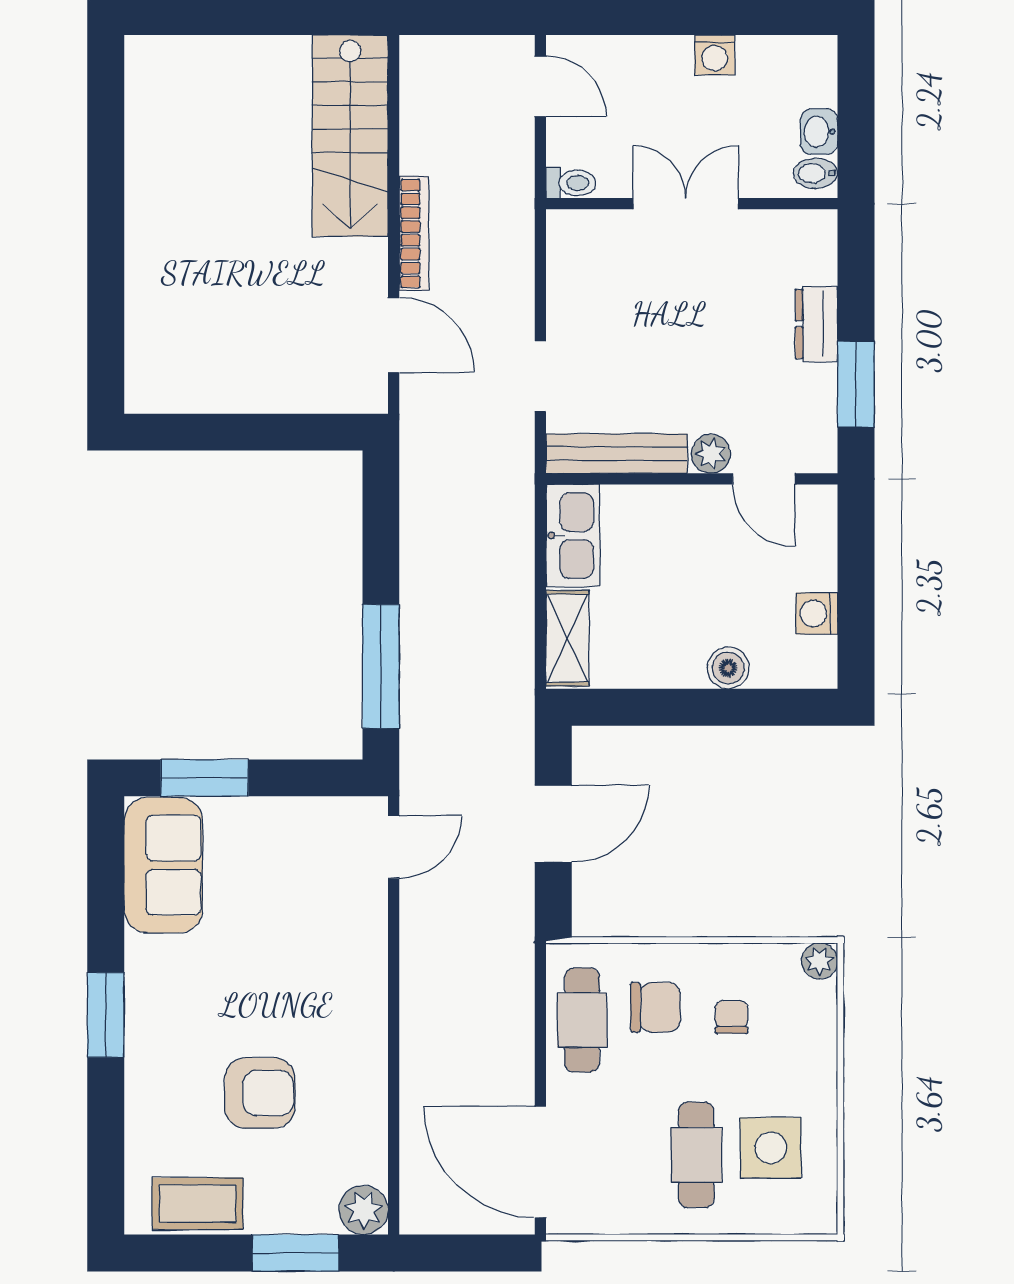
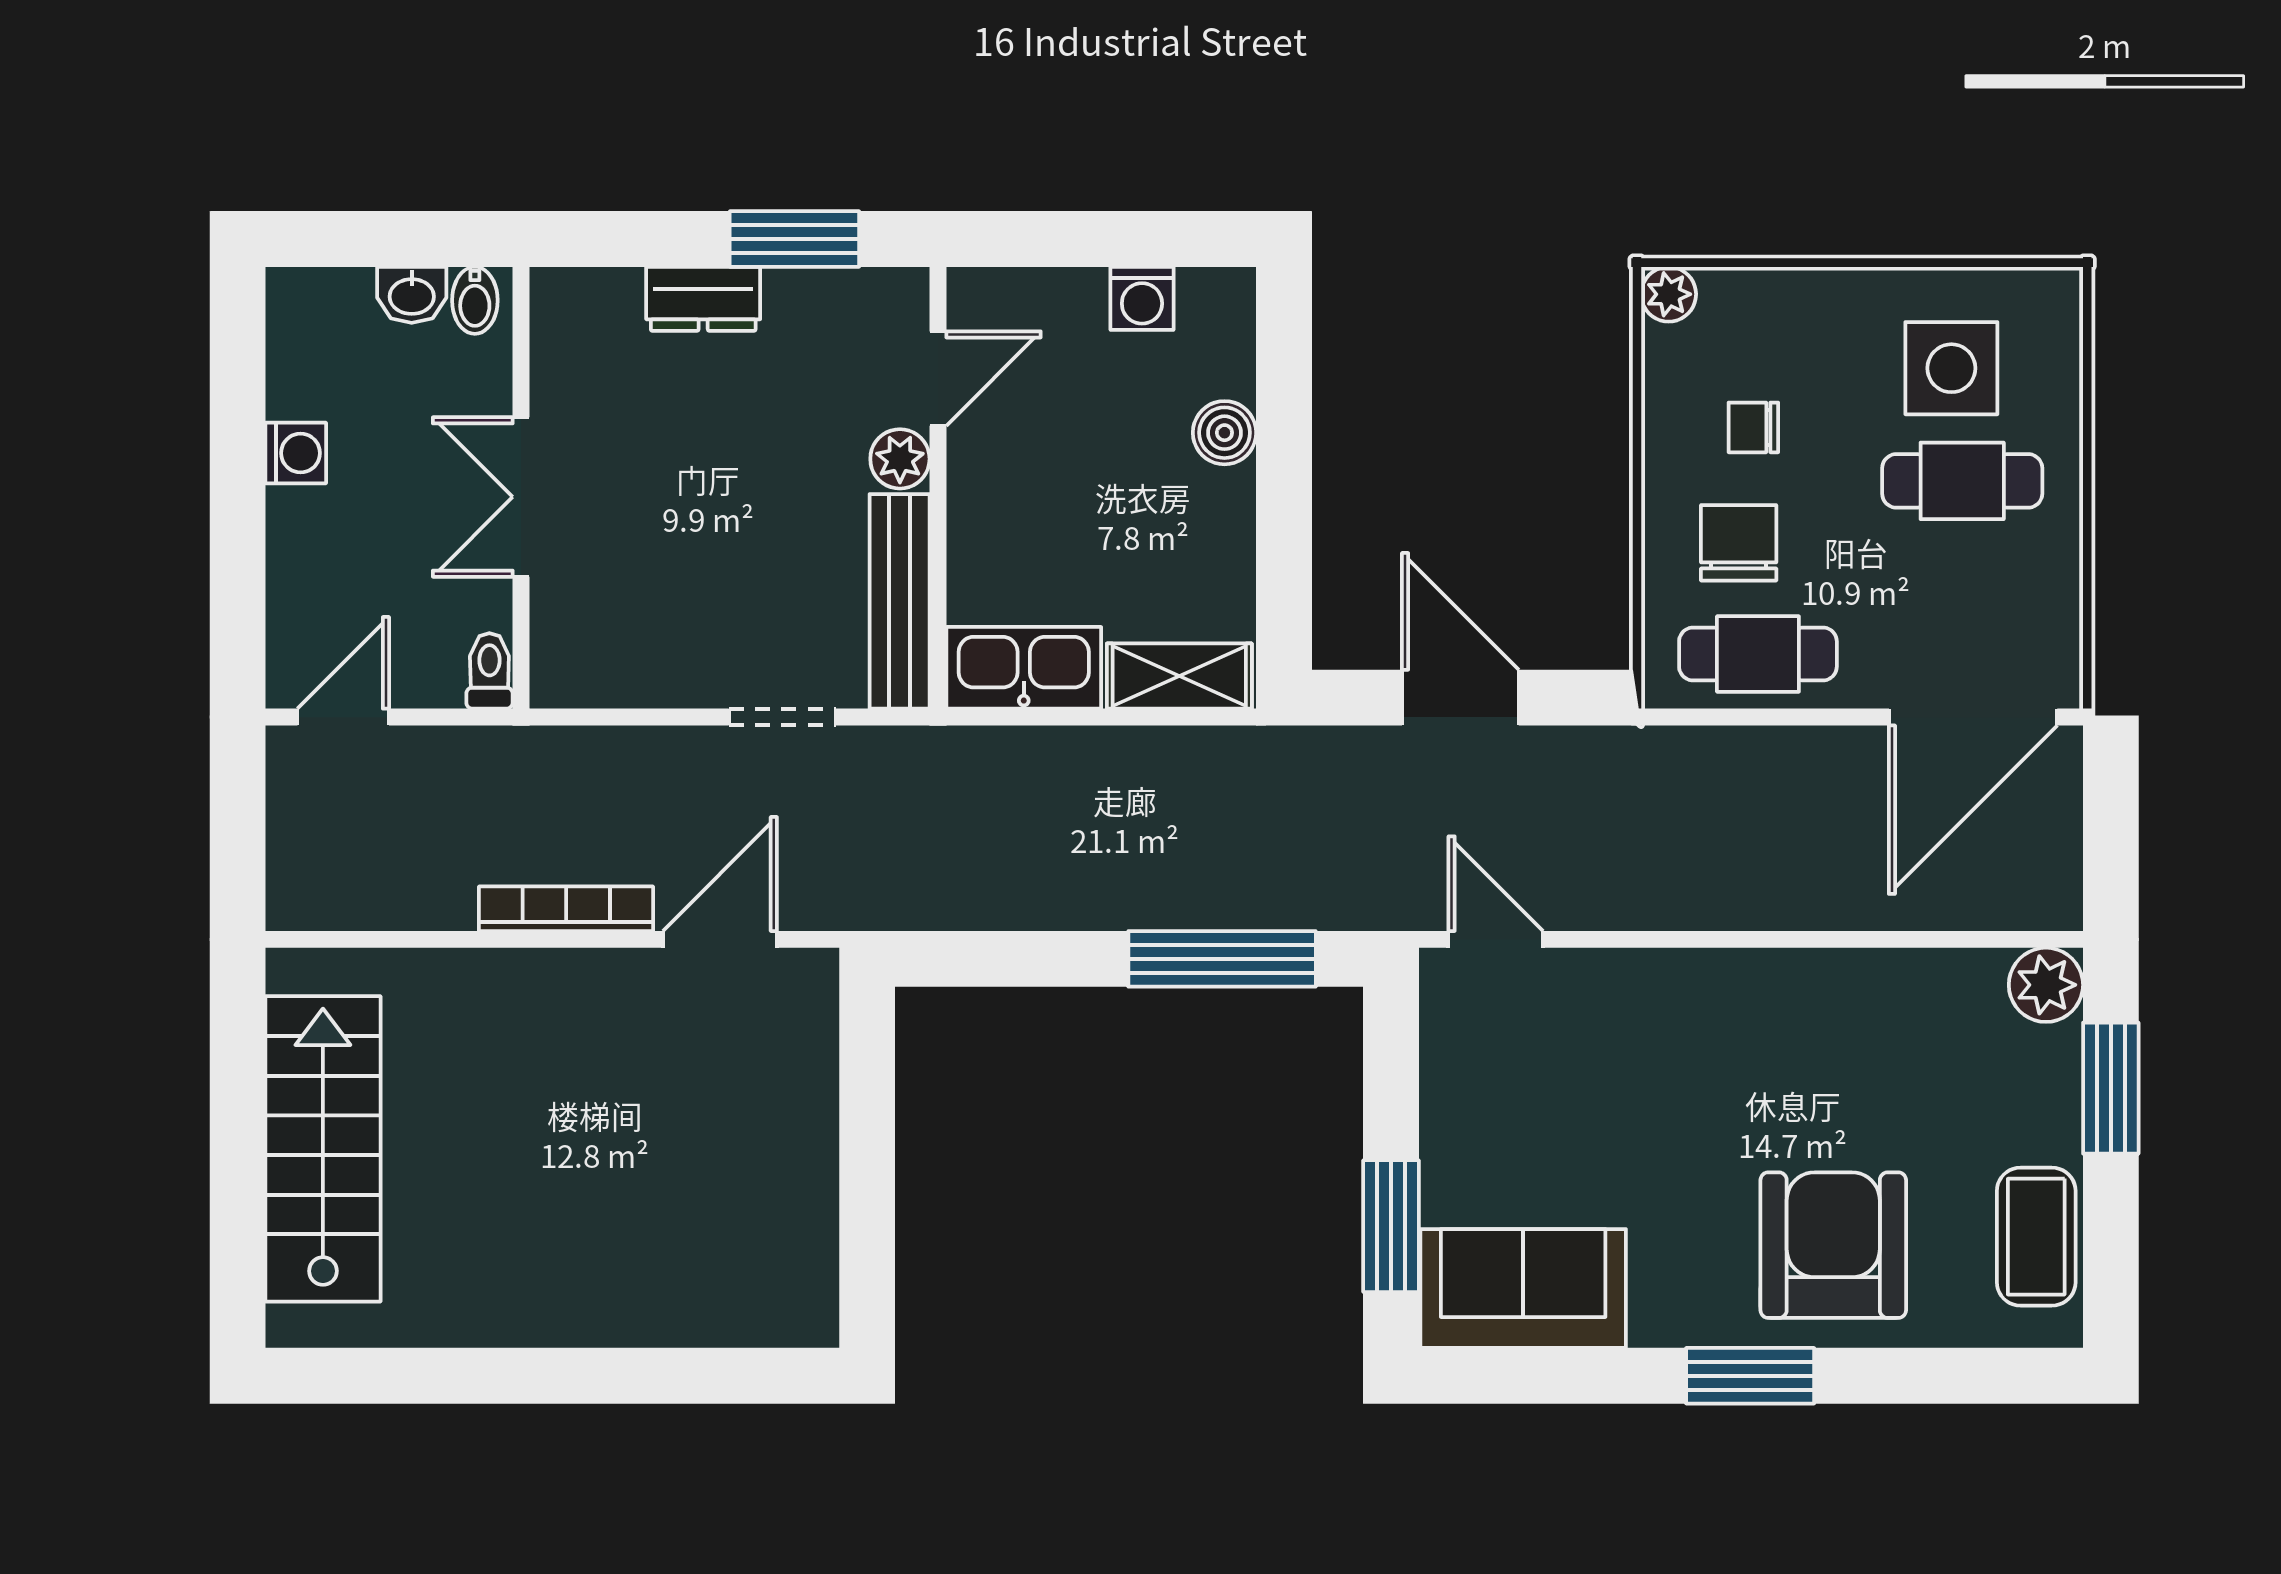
stairs: (350, 136) -> (323, 1149), moved, turned -90
armchair: (260, 1093) -> (1833, 1245), moved, width x1.36, depth x1.36

